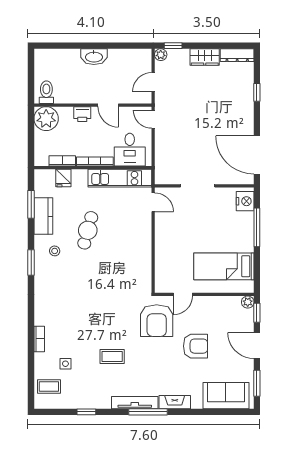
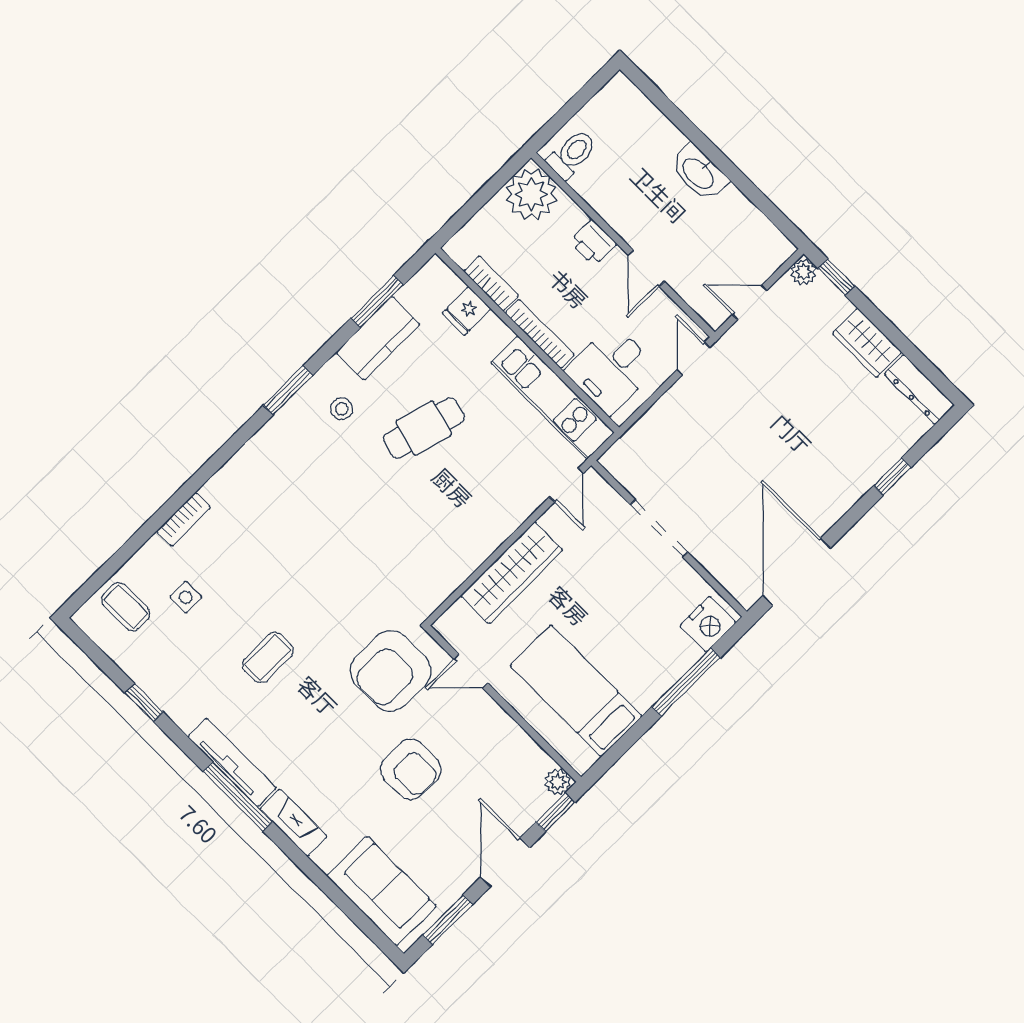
wardrobe: (164, 249) -> (512, 573), added
coffee table: (112, 357) -> (268, 657), turned 90

